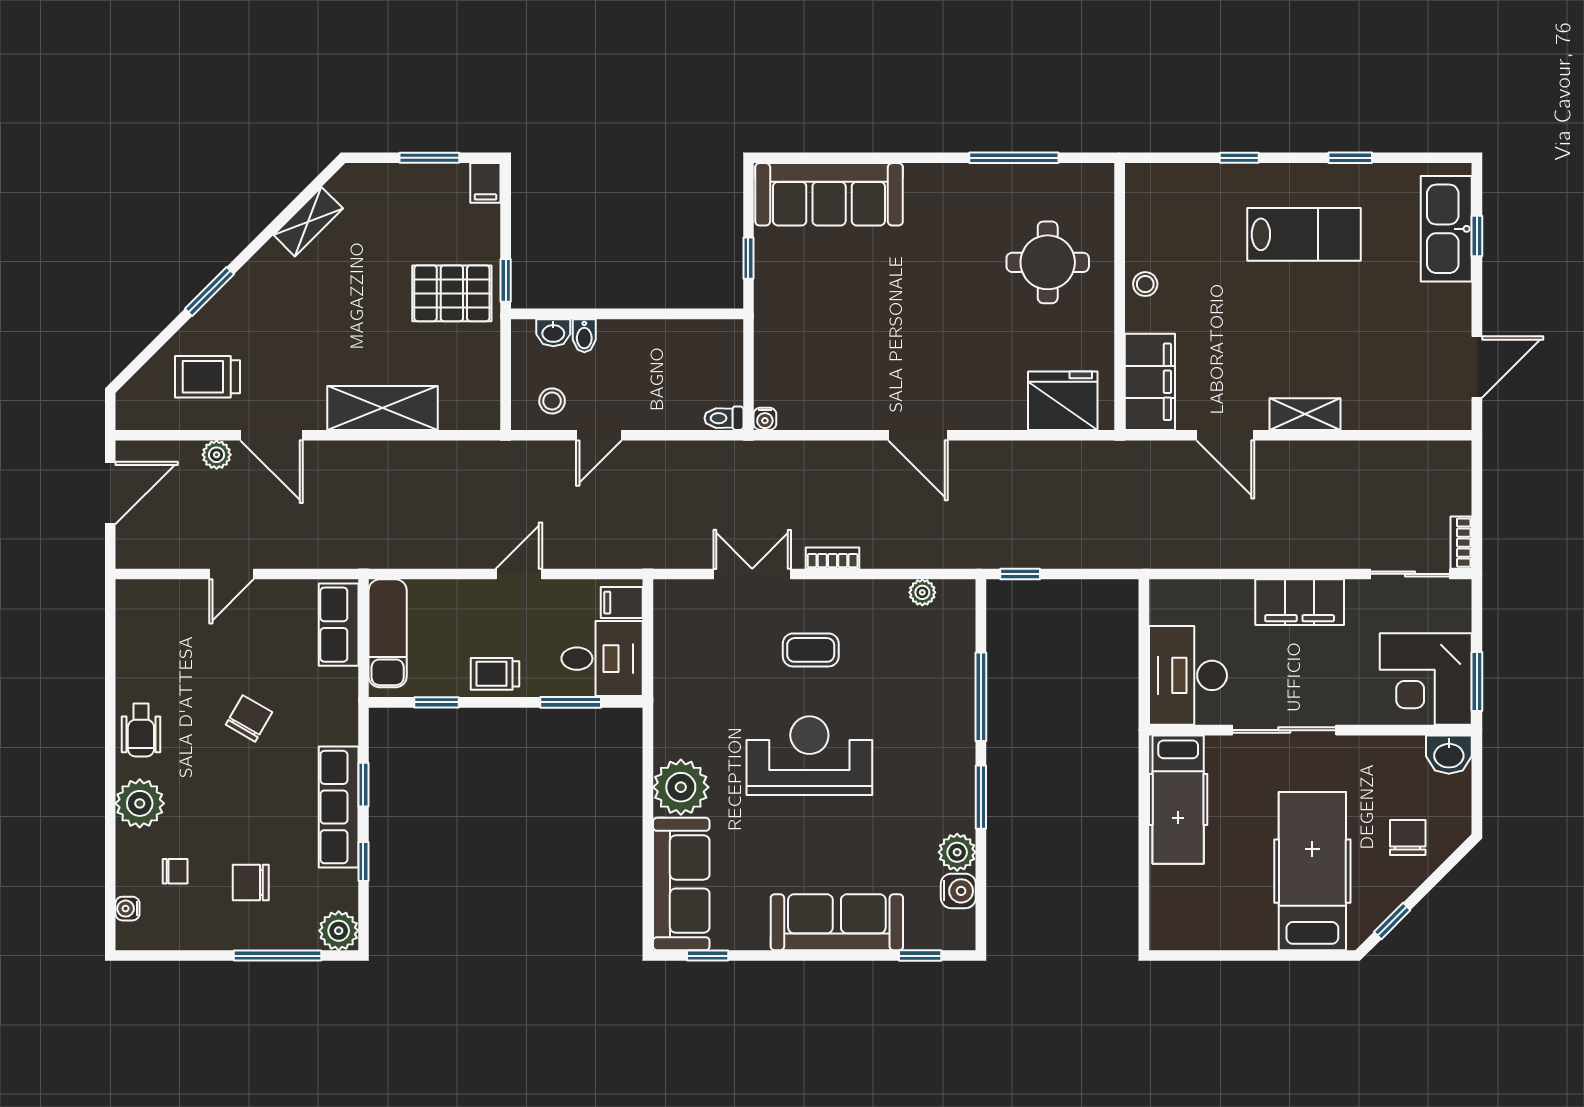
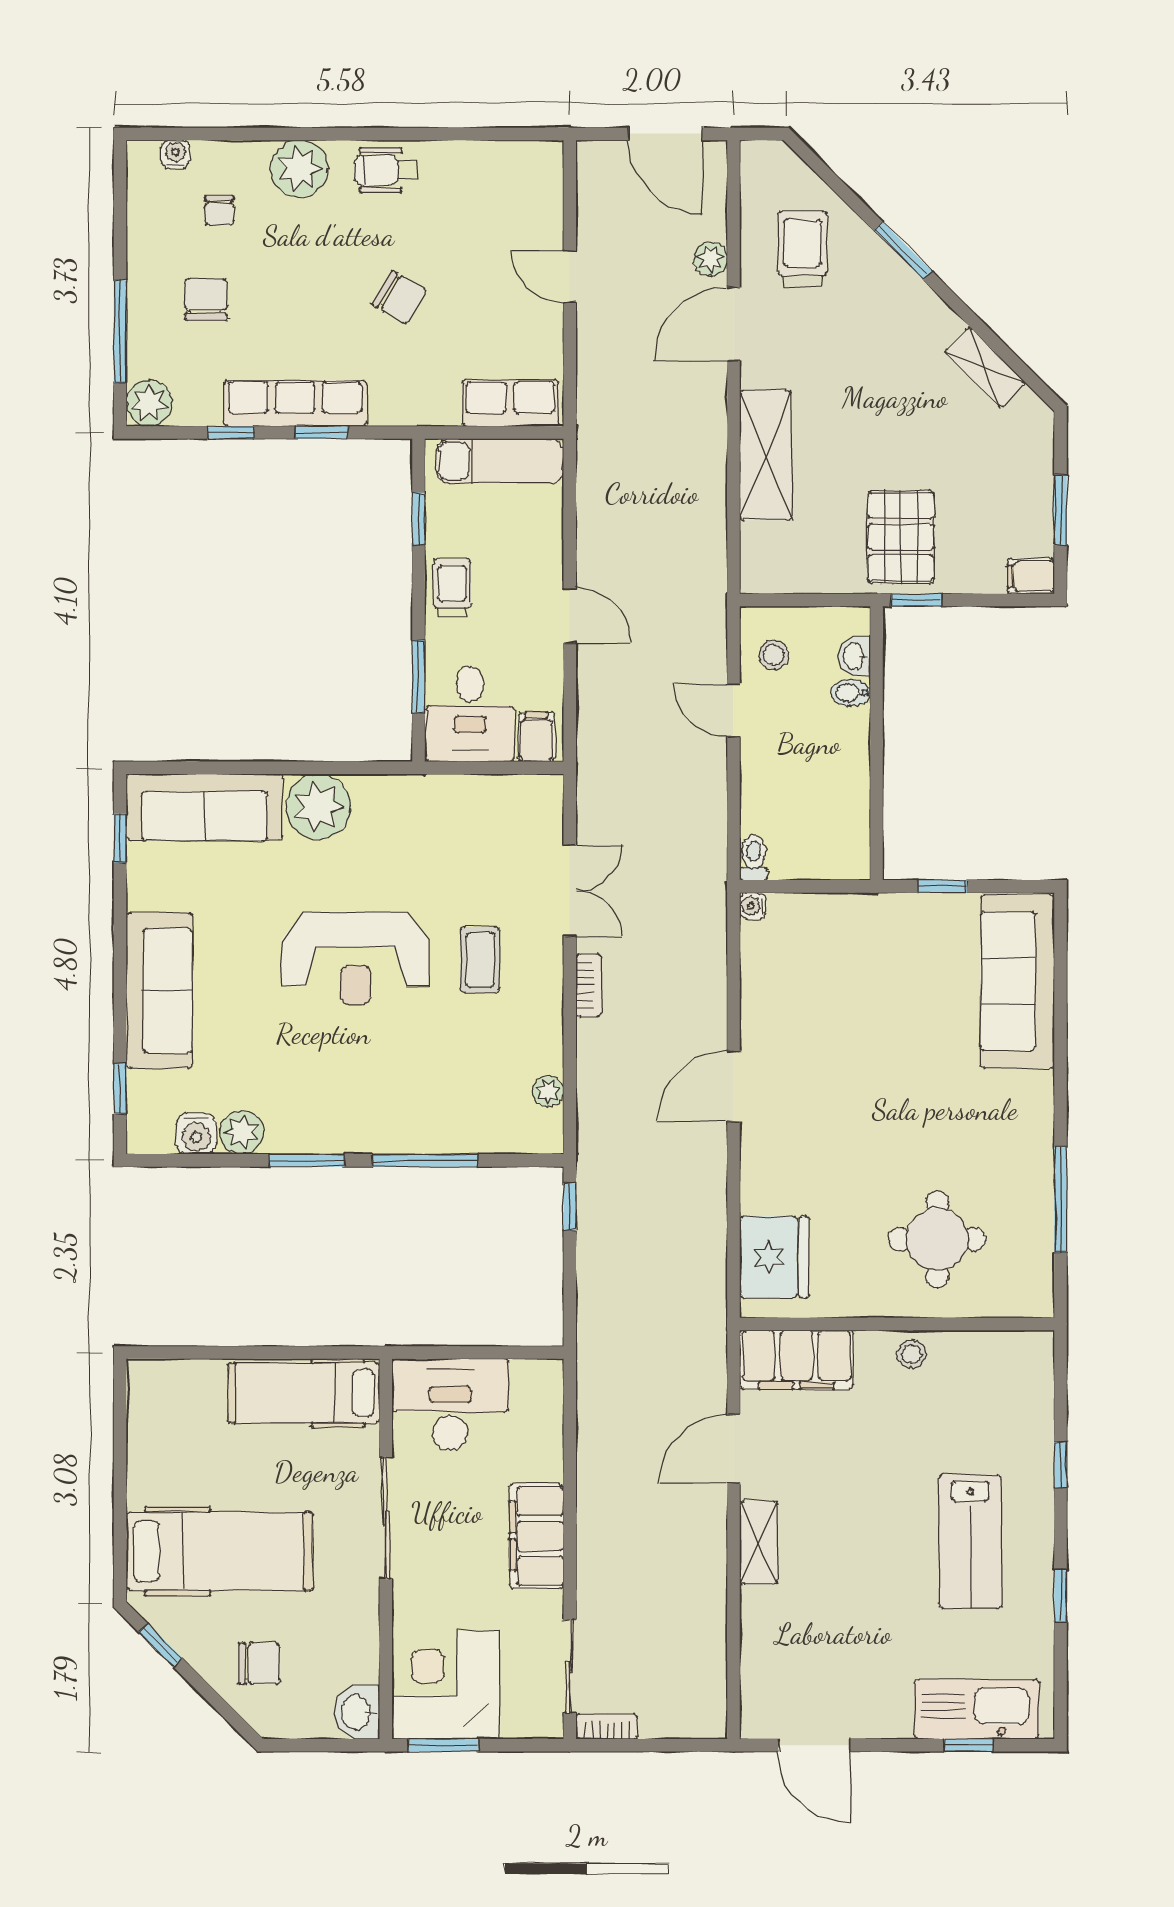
reception desk: (809, 756) -> (356, 958), turned 90

